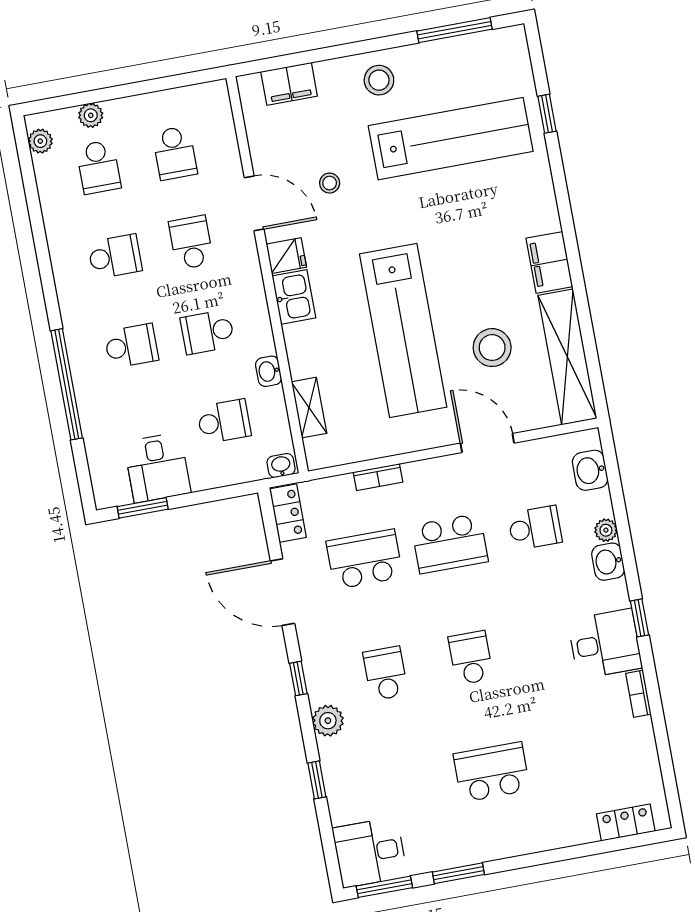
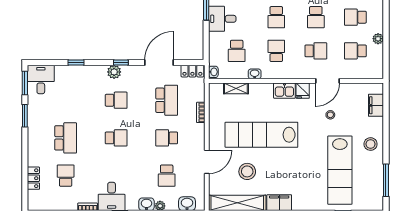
plant: (91, 115) -> (378, 39), moved
school desk: (450, 544) -> (167, 138), width x0.54
plant: (328, 721) -> (114, 72), moved
school desk: (577, 756) -> (66, 176), added
locker: (626, 822) -> (33, 178), moved

